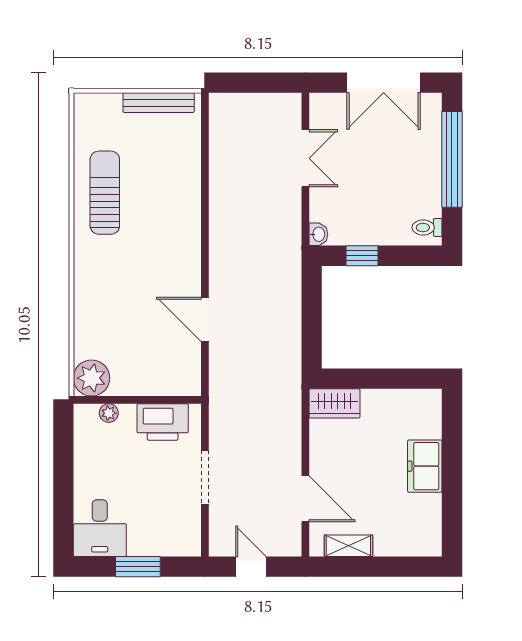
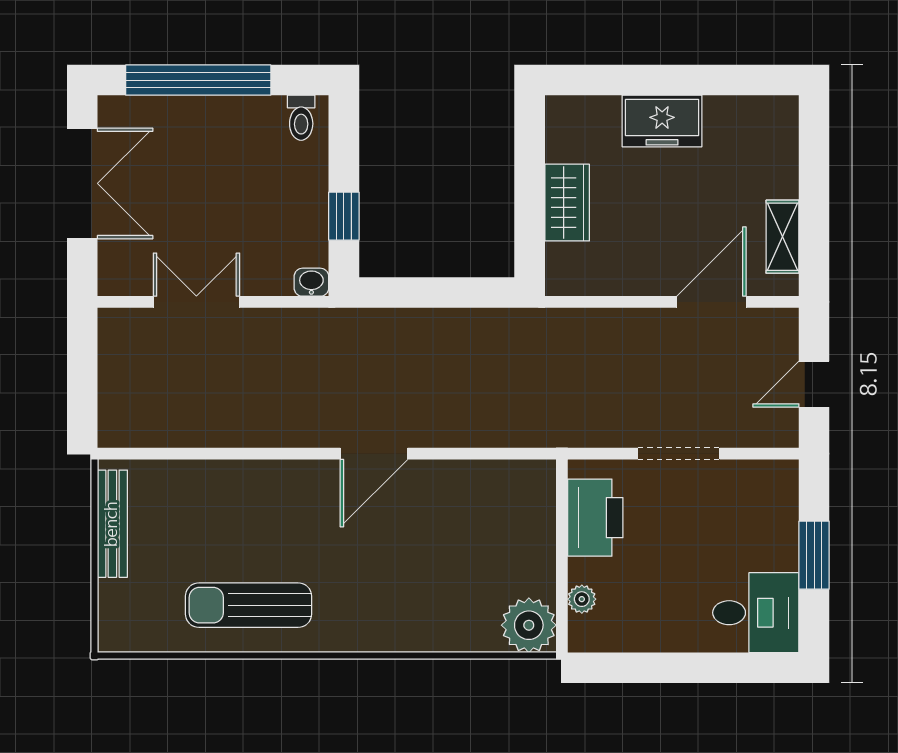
door: (205, 319) -> (374, 454), moved
wardrobe: (334, 403) -> (567, 203), moved

